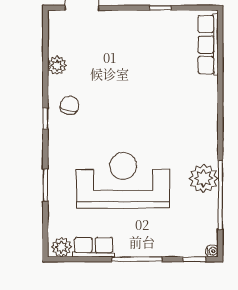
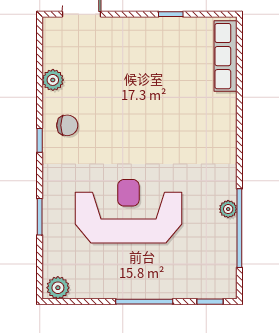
chair: (70, 105) -> (67, 125), turned 78
plant: (204, 178) -> (228, 209), width x0.53, depth x0.53
row of seats: (94, 247) -> (95, 288), removed
water cooler: (212, 251) -> (230, 292), removed

